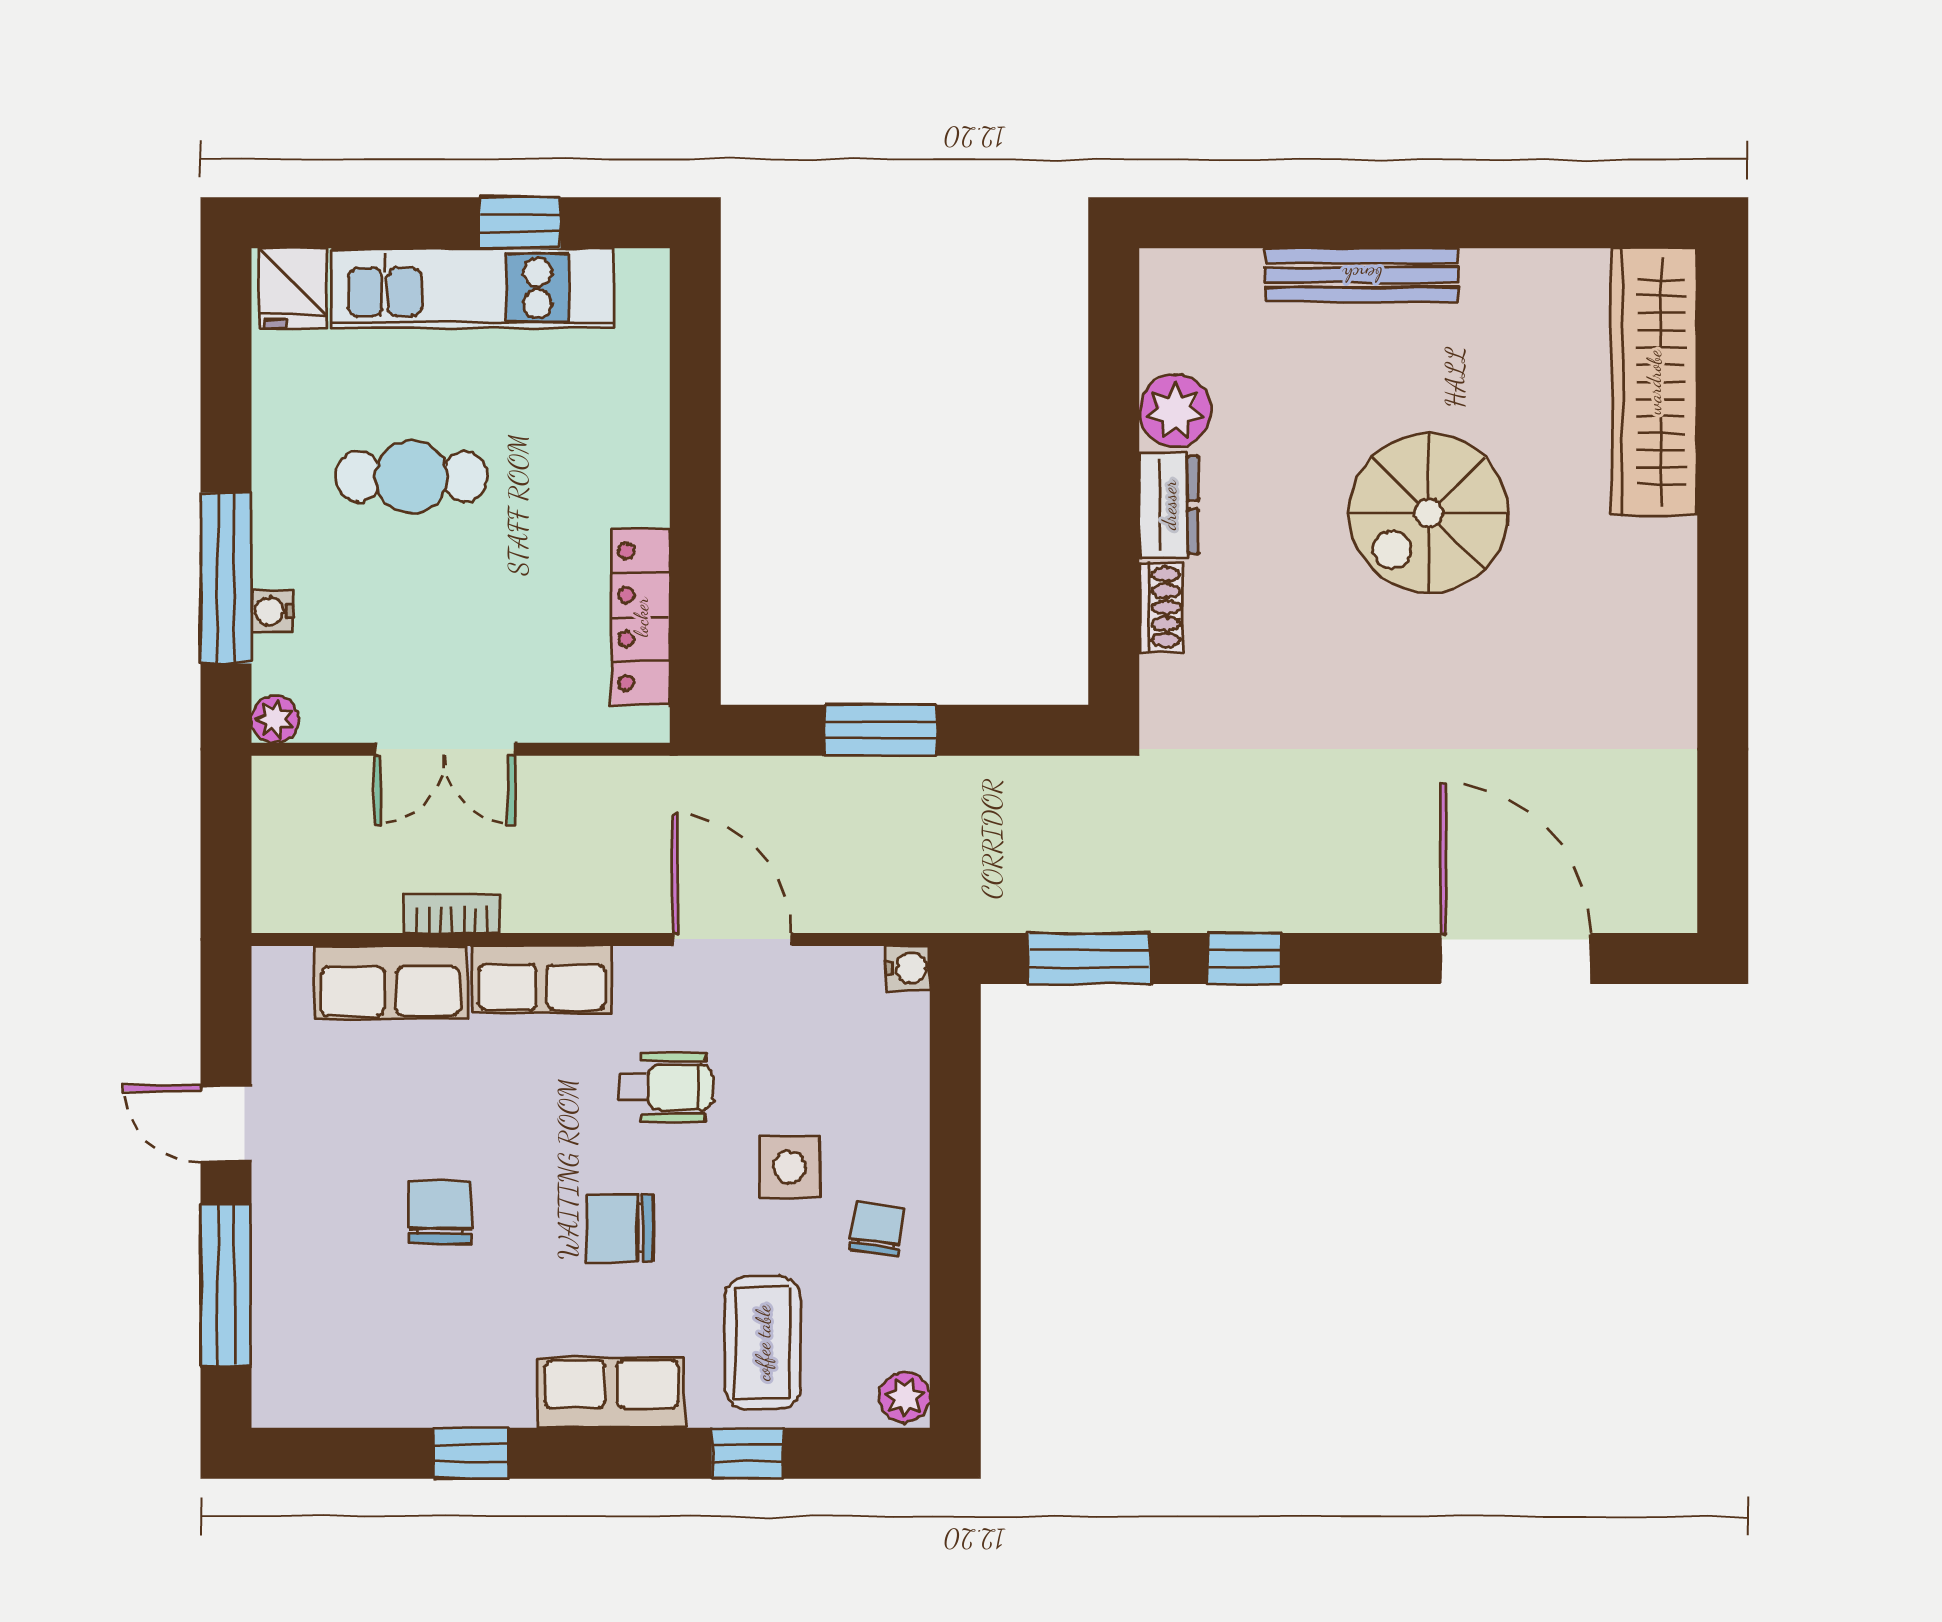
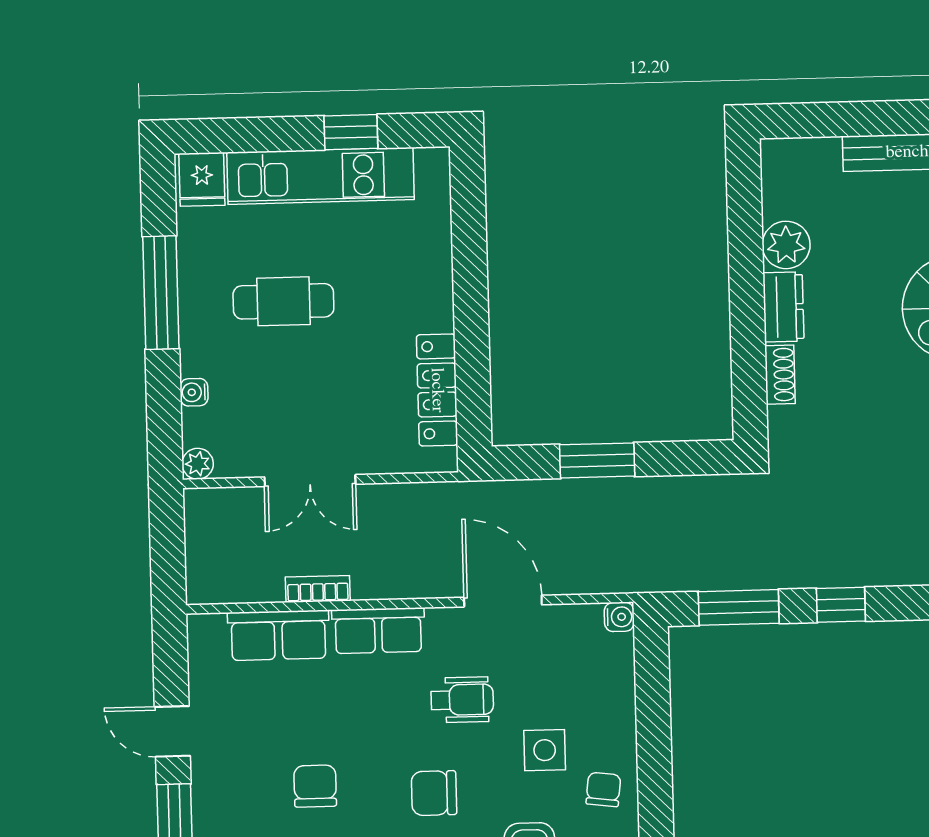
window: (226, 578) -> (161, 293), moved

